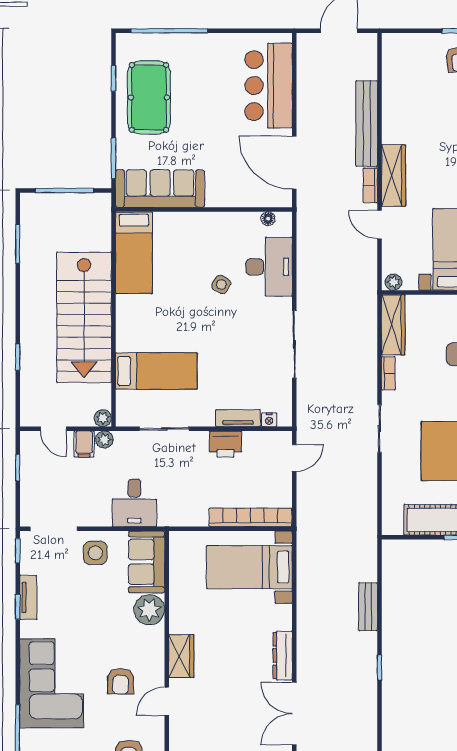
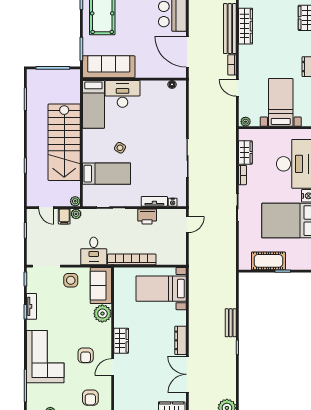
wardrobe: (393, 176) -> (246, 26), moved
desk: (269, 267) -> (123, 94), moved, turned -90
side table: (221, 284) -> (120, 148), moved
wardrobe: (393, 325) -> (245, 153), width x0.67
bookcase: (250, 517) -> (132, 259), moved
bench: (368, 607) -> (231, 323), moved

